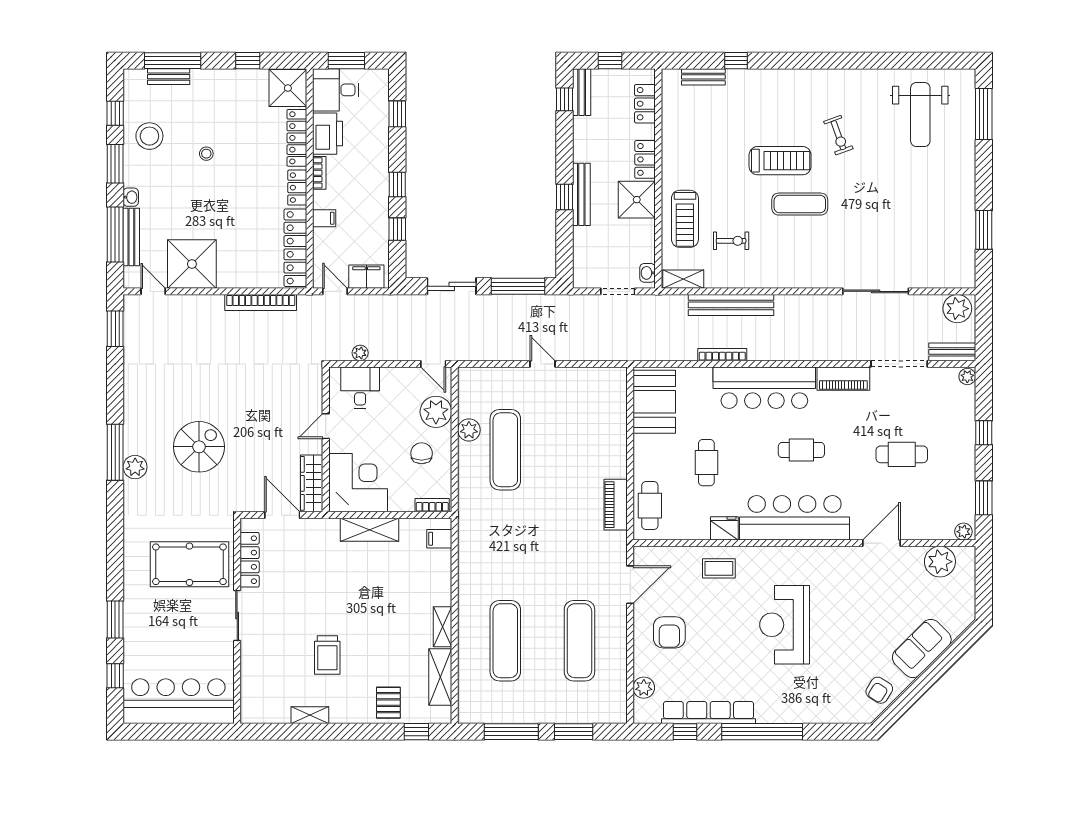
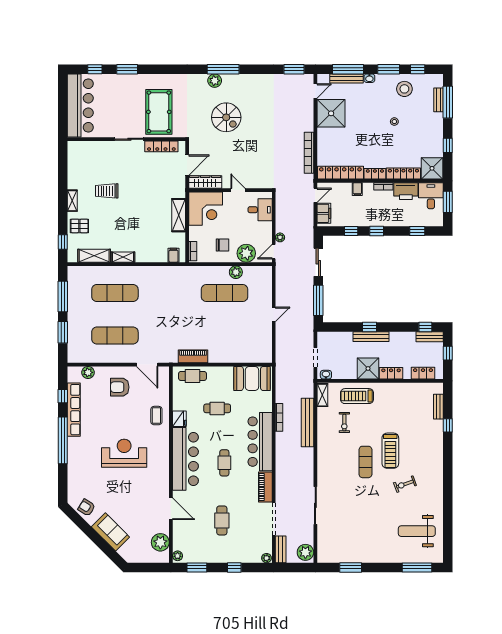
plant: (360, 353) -> (280, 237), moved
shelving: (310, 715) -> (72, 201), moved

